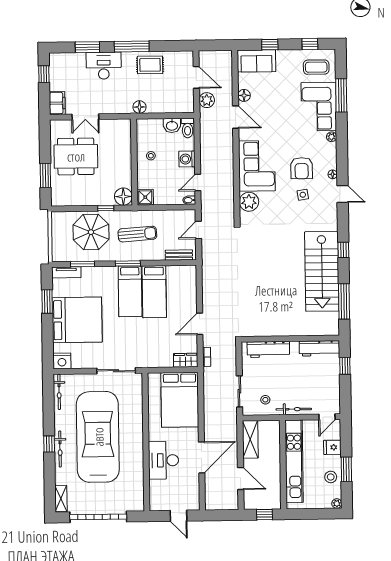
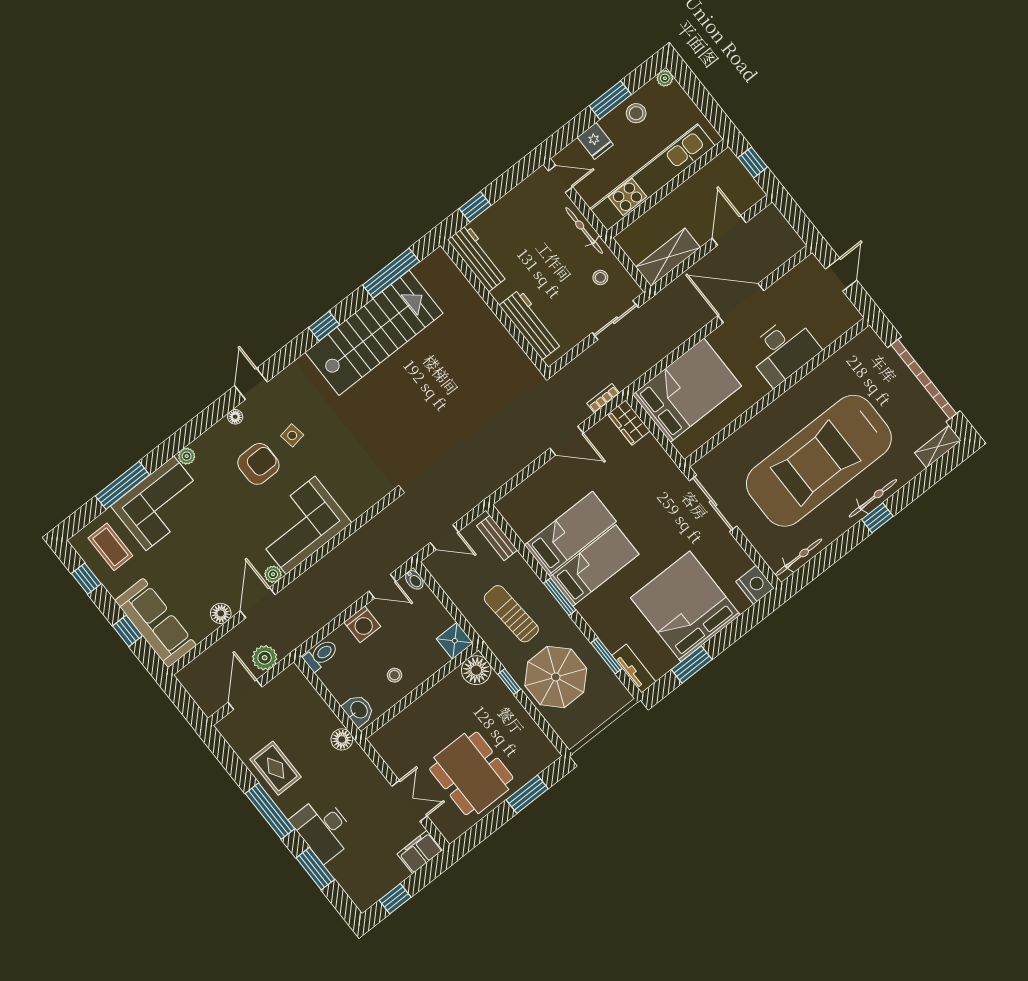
sofa: (256, 61) -> (156, 623), width x1.36
washbasin: (172, 125) -> (358, 710), moved
plant: (249, 202) -> (273, 574), moved, width x0.53, depth x0.53

